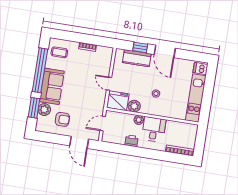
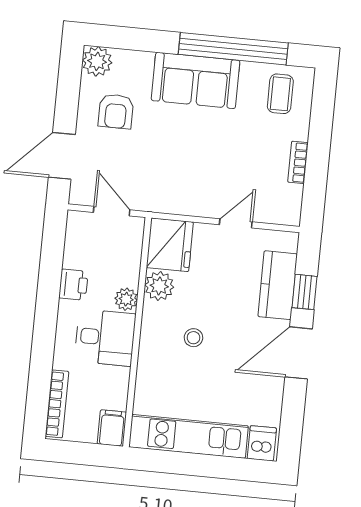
door: (109, 84) -> (236, 223), moved
window: (34, 108) -> (140, 40), removed
plant: (44, 110) -> (97, 61), moved
filing cabinet: (191, 129) -> (112, 428), added

